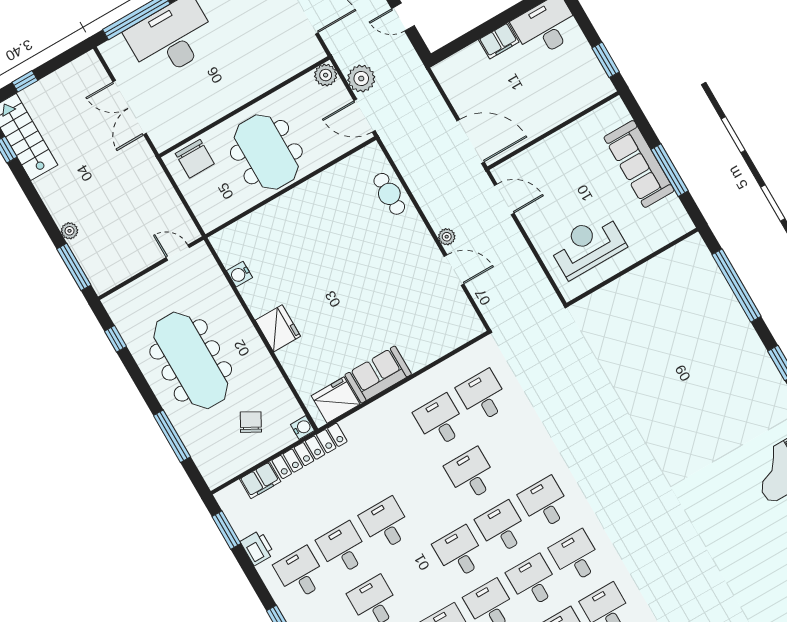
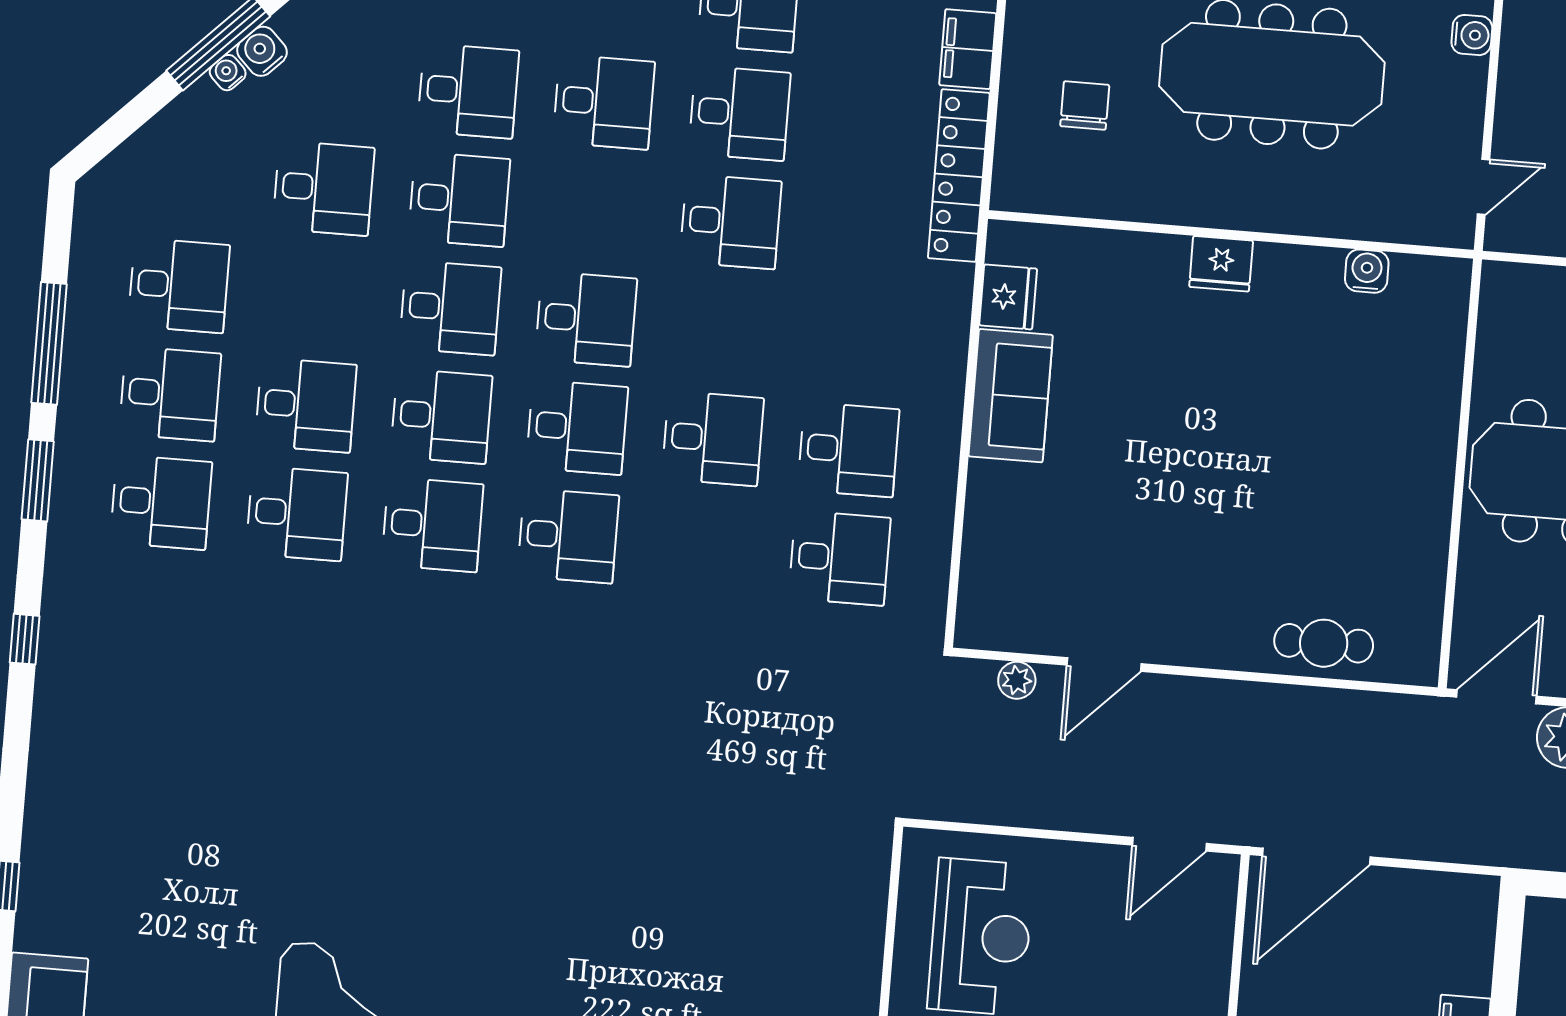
plant: (447, 237) -> (1017, 680), moved
fridge: (278, 328) -> (1221, 264), width x0.73, depth x0.75
fridge: (336, 400) -> (1008, 297), width x0.73, depth x0.75
chair: (251, 422) -> (1085, 106), turned -119
water cooler: (302, 428) -> (1472, 35), moved, turned -90

